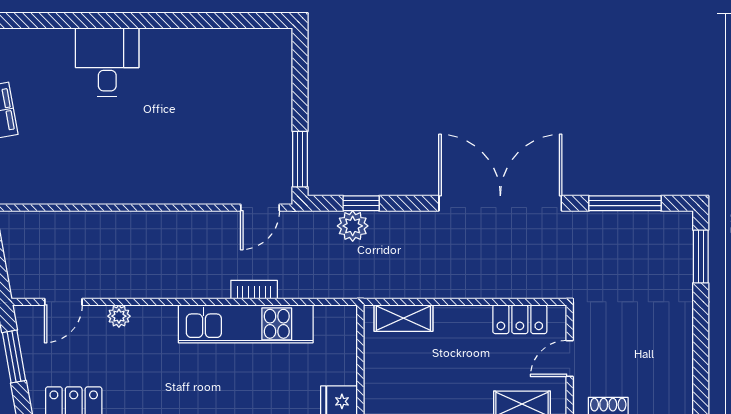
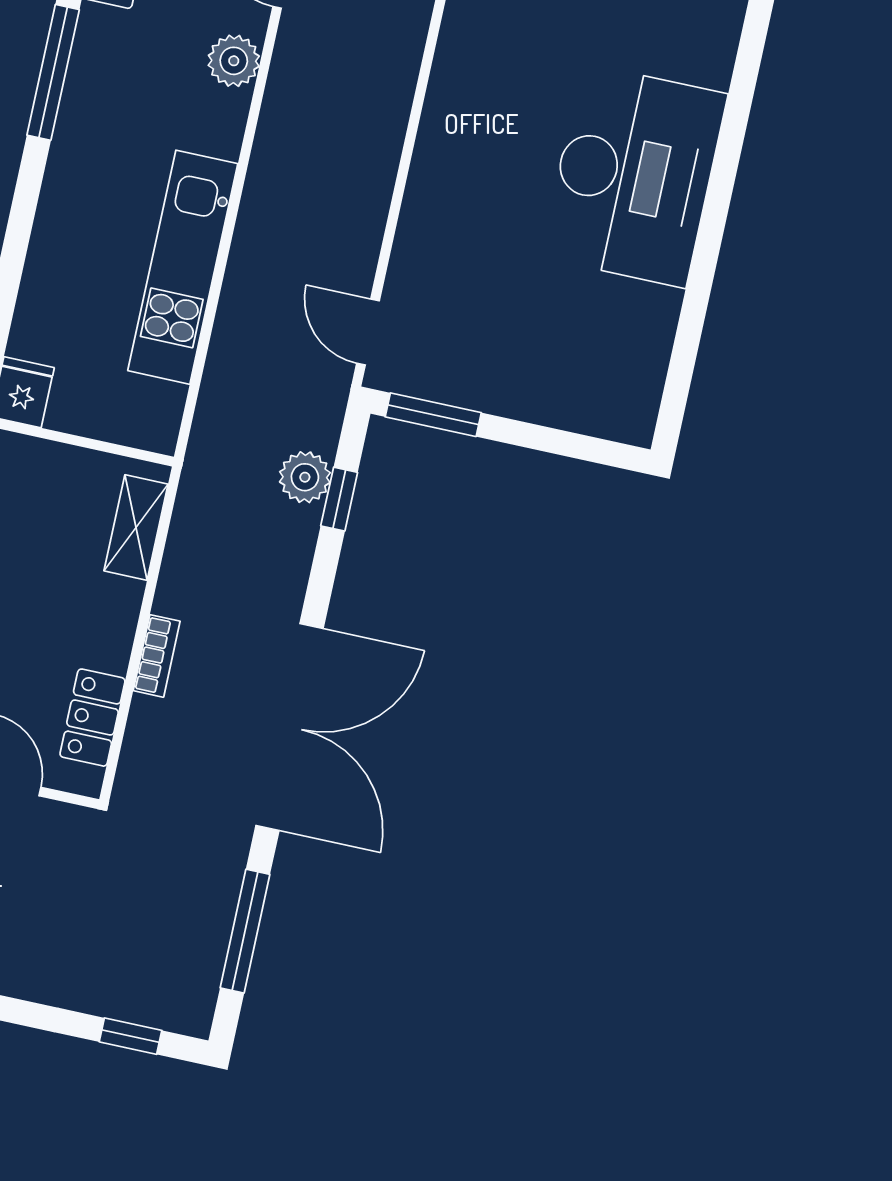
desk: (107, 62) -> (634, 176), width x1.87, depth x1.30
window: (701, 257) -> (131, 1036), width x0.67
bookcase: (254, 290) -> (157, 656), moved
plant: (119, 316) -> (234, 61), width x1.38, depth x1.38

